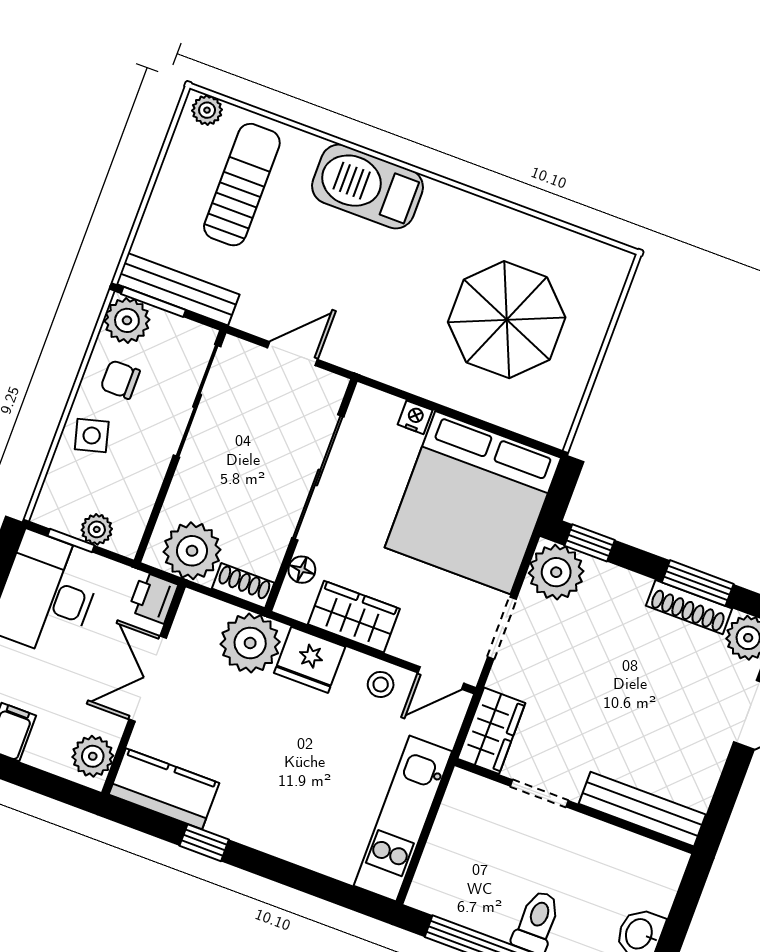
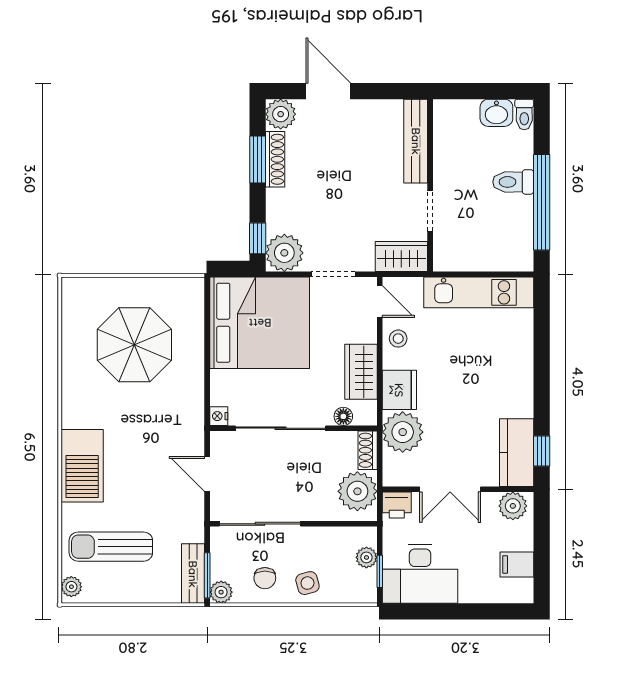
bench: (178, 289) -> (193, 574), width x0.73
plant: (127, 320) -> (221, 592), width x0.73, depth x0.73
nightstand: (415, 417) -> (219, 416), moved
window: (204, 843) -> (542, 451), moved

